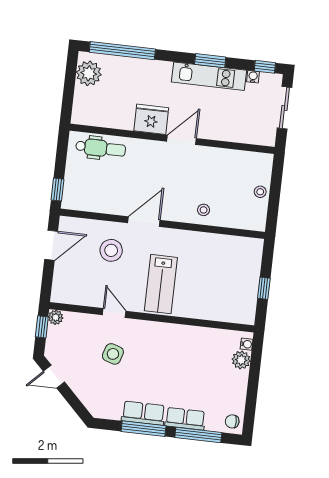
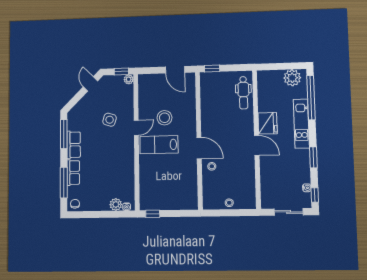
kitchen unit: (209, 76) -> (301, 124), moved
door: (144, 222) -> (199, 148), moved
stool: (111, 250) -> (164, 118), moved
window: (264, 288) -> (153, 214), moved
door: (114, 313) -> (136, 128), moved
window: (143, 429) -> (64, 134), moved

